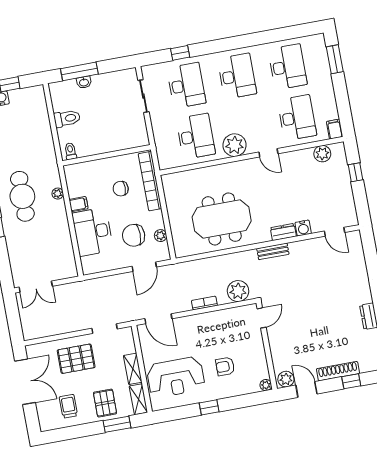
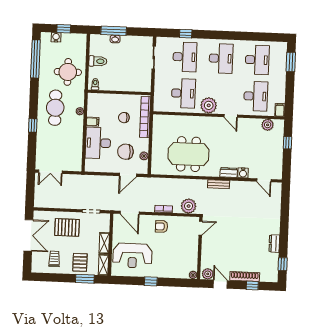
round table: (29, 143) -> (68, 72), added
armchair: (225, 366) -> (161, 226), moved

